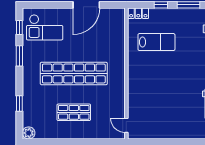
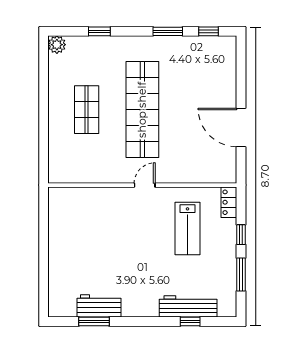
checkout: (45, 27) -> (209, 68), removed
door: (126, 125) -> (145, 185), moved

